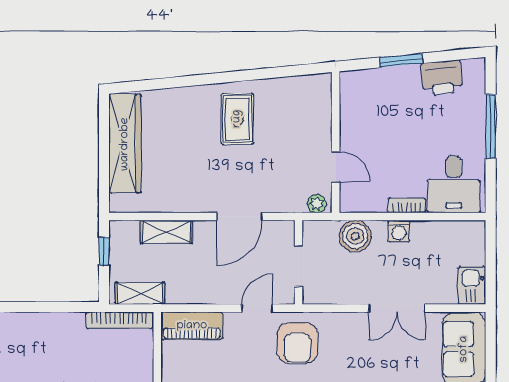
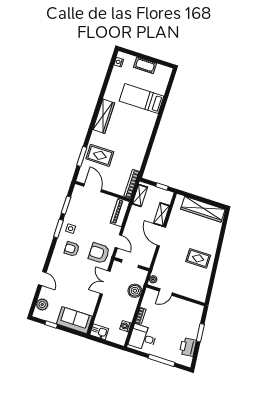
door: (239, 217) -> (161, 236), moved
washing machine: (399, 231) -> (126, 326), moved
double door: (397, 308) -> (105, 282), moved

